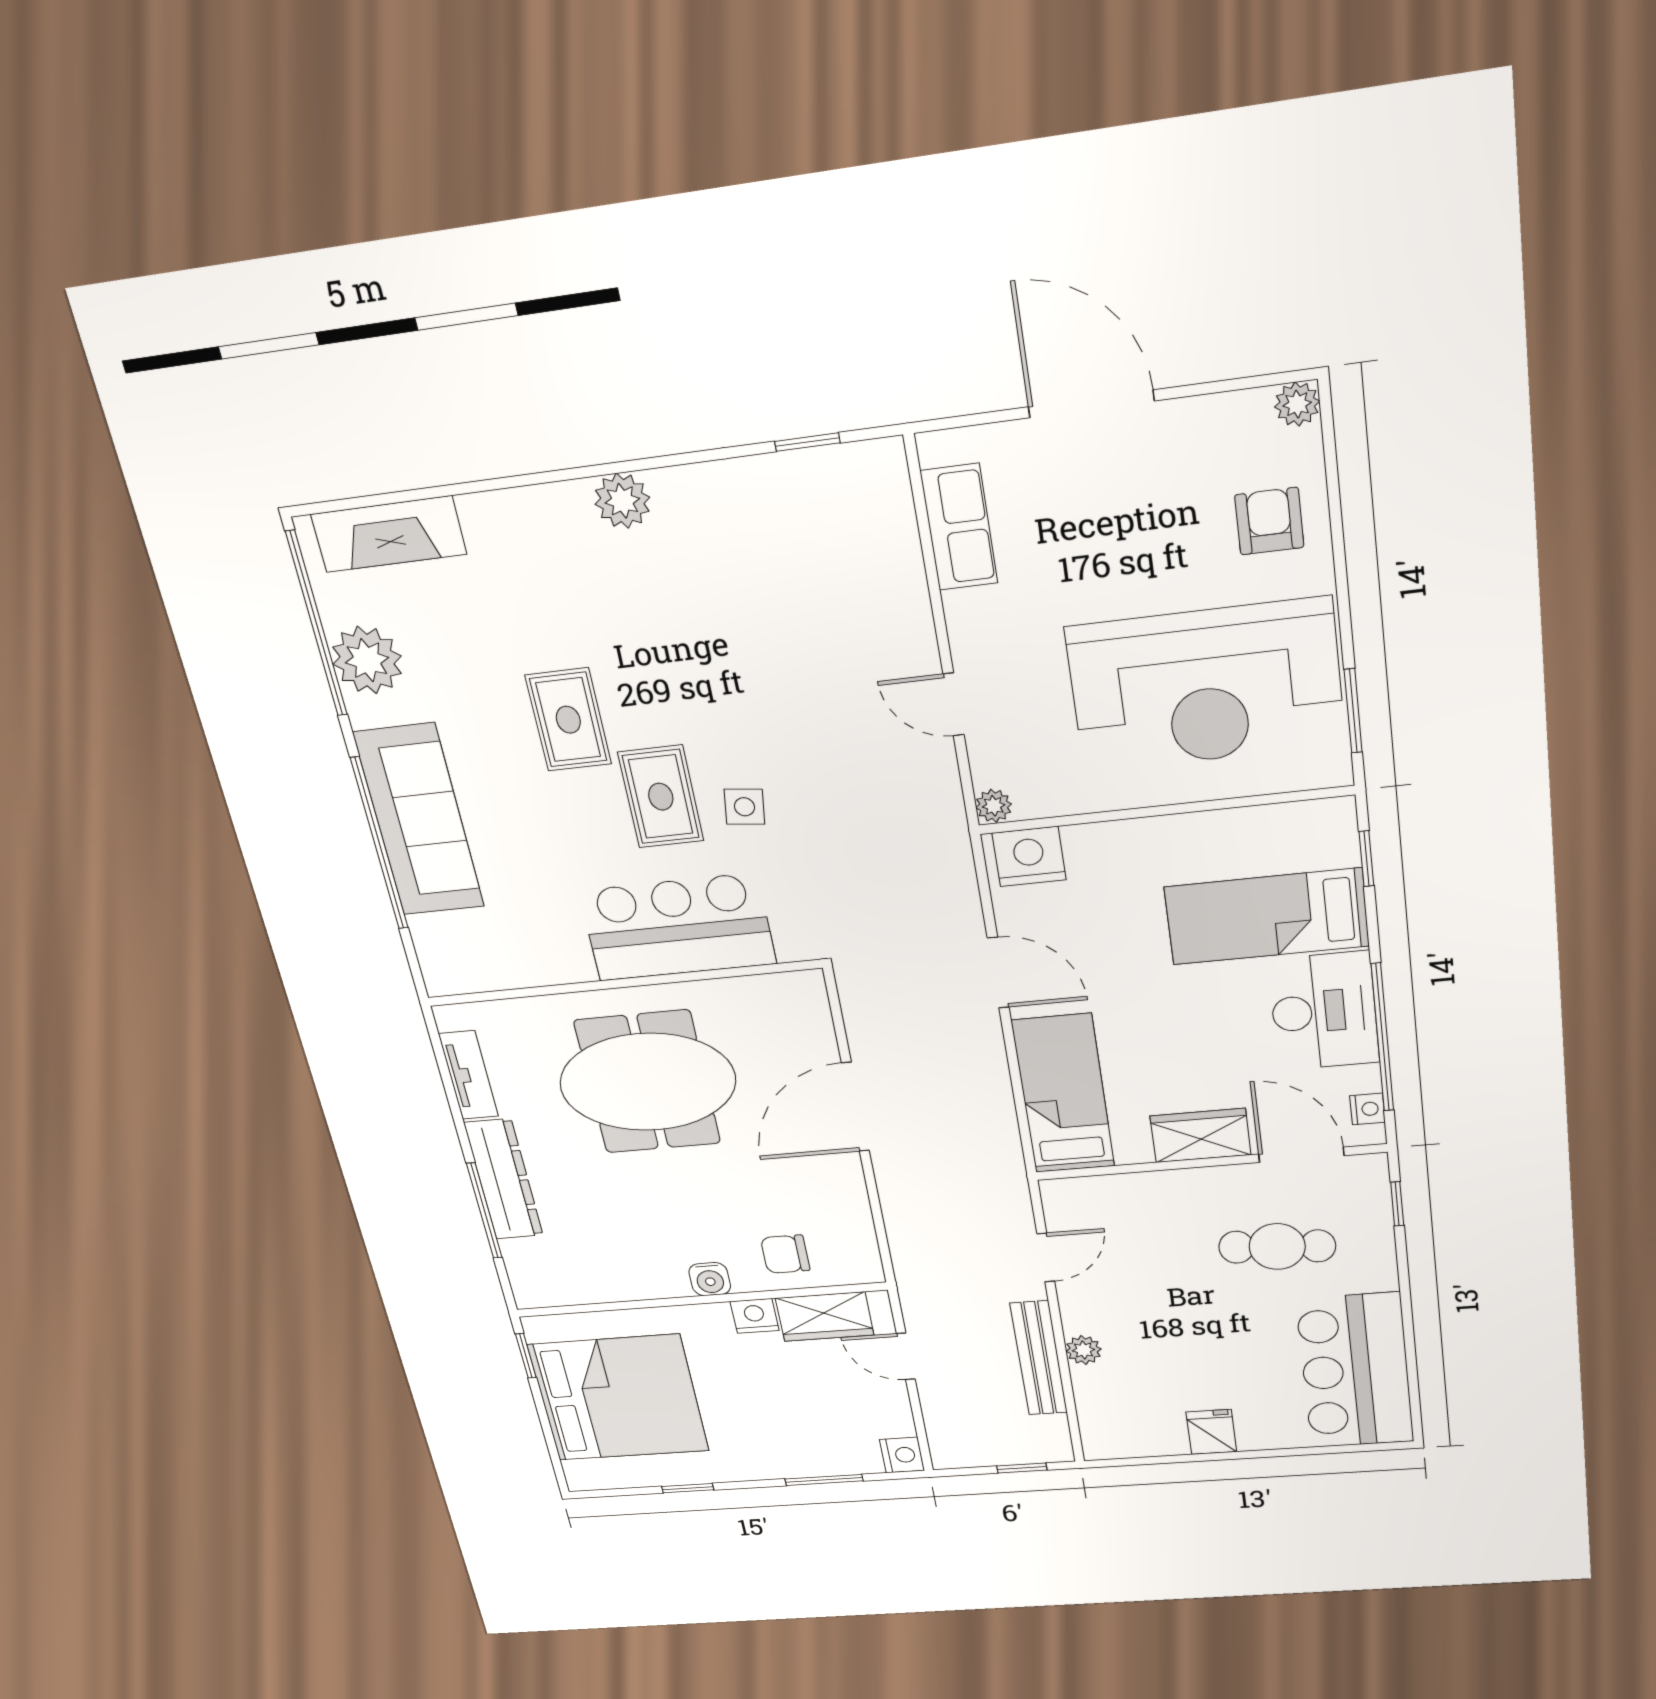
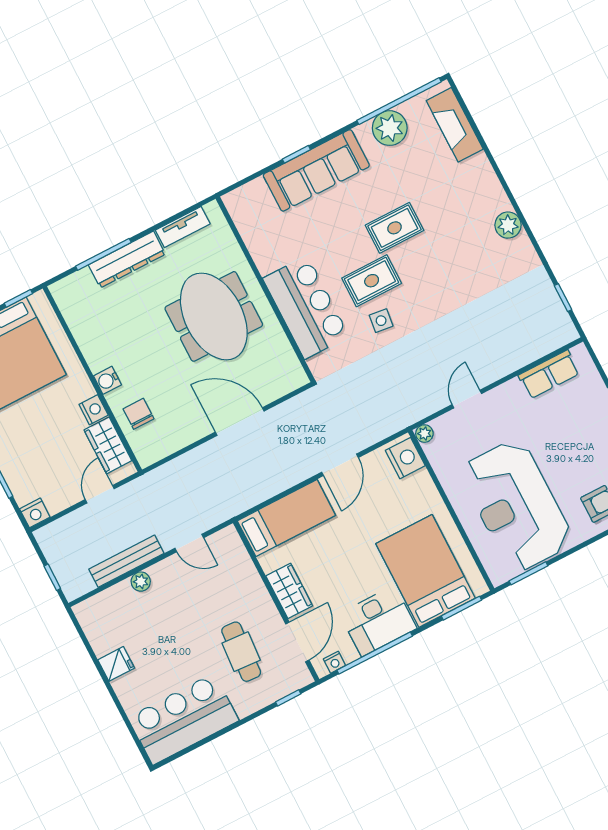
window: (379, 844) -> (296, 154), width x0.32
window: (1366, 859) -> (461, 608), width x1.50
bed: (1267, 917) -> (426, 571), width x1.50

